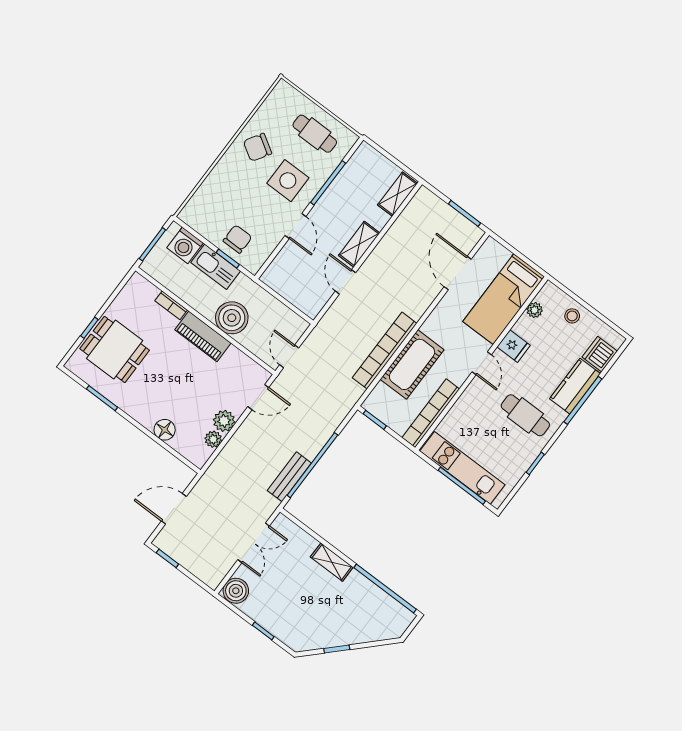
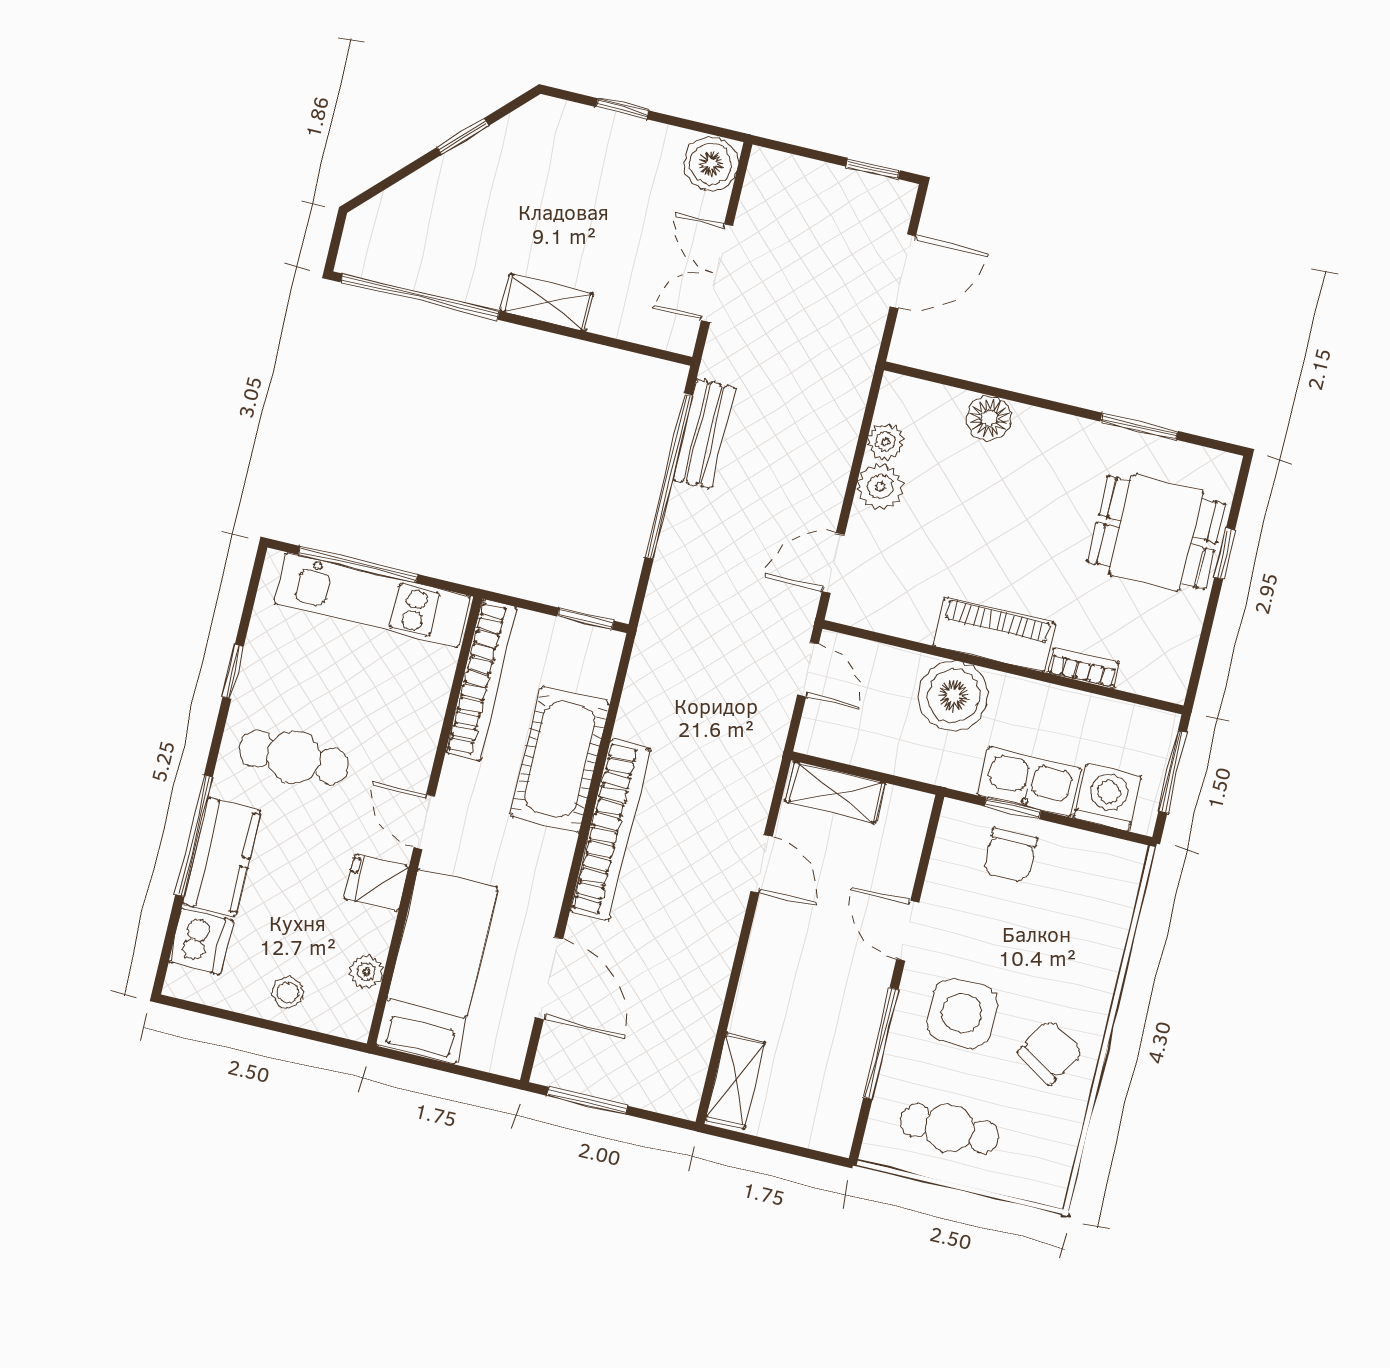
shelving: (359, 244) -> (835, 792), moved, turned 90
bookcase: (385, 351) -> (610, 830), moved

